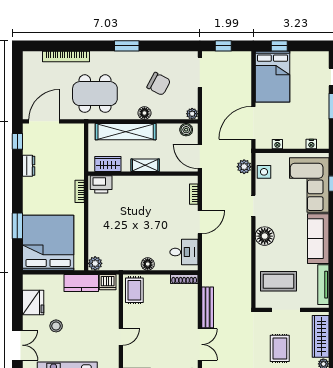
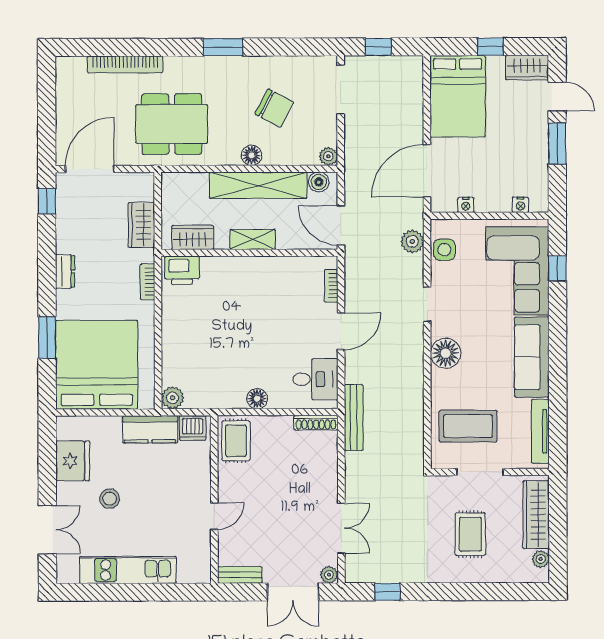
window: (279, 46) -> (491, 47), moved
wardrobe: (315, 59) -> (527, 68), added
shelving: (126, 132) -> (258, 185), moved
wardrobe: (76, 156) -> (141, 225), added
dresser: (29, 166) -> (65, 271), moved
bench: (208, 307) -> (354, 417), moved

